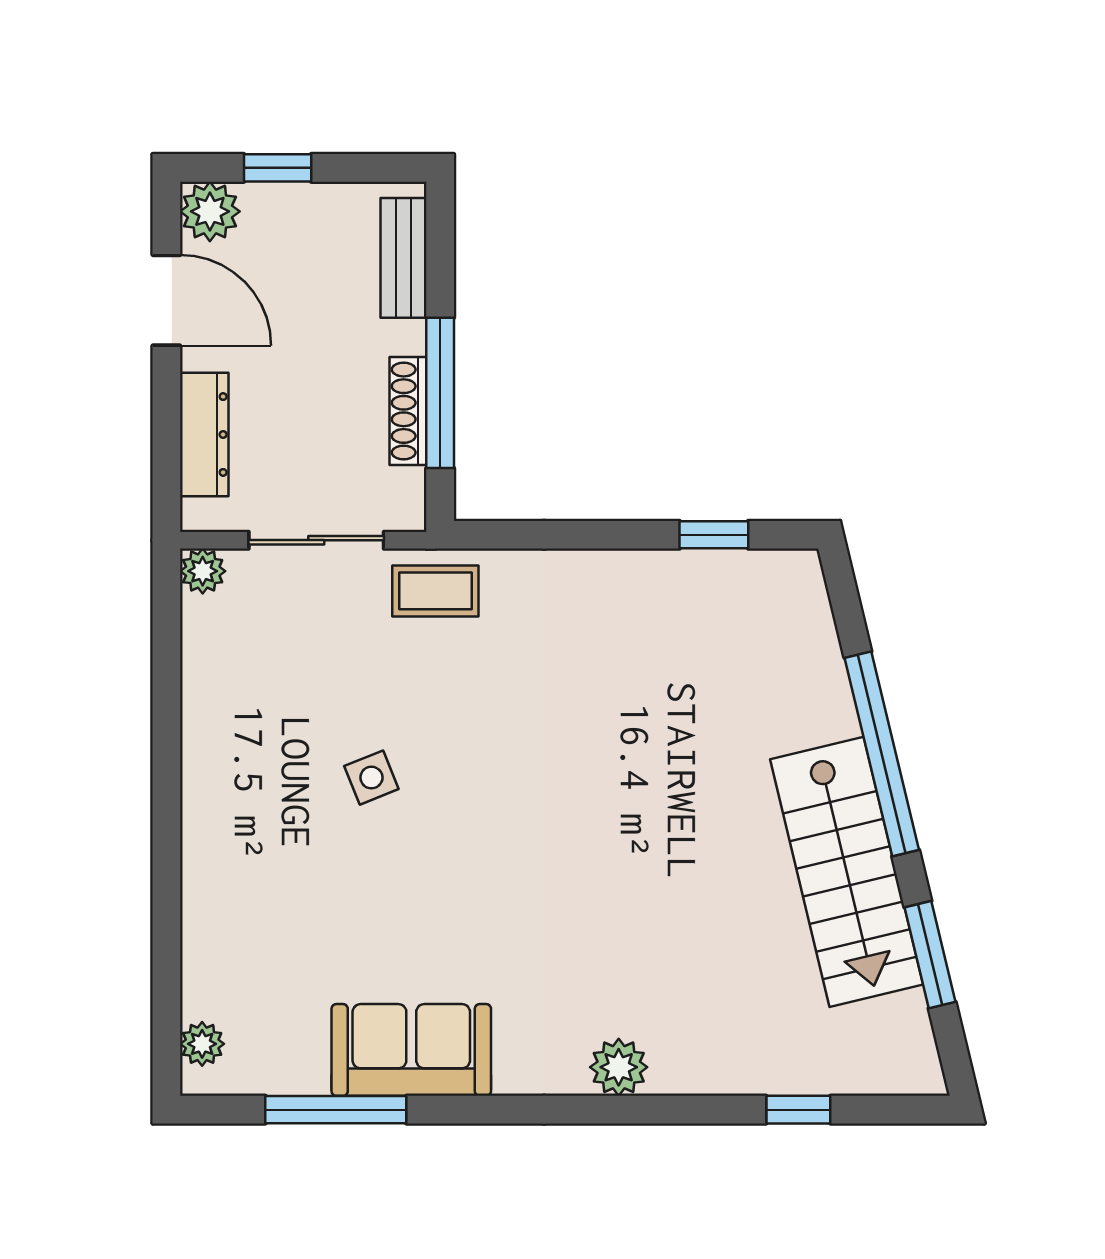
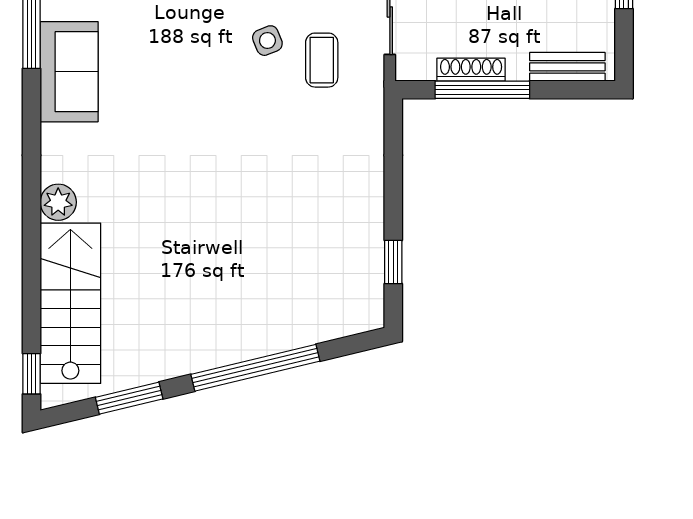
coffee table: (435, 591) -> (322, 60), moved
side table: (371, 778) -> (267, 41), moved
stairs: (847, 872) -> (70, 303), moved, turned 104
window: (798, 1110) -> (32, 374), moved

